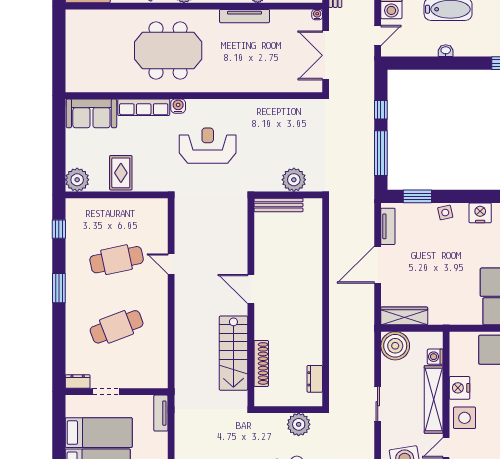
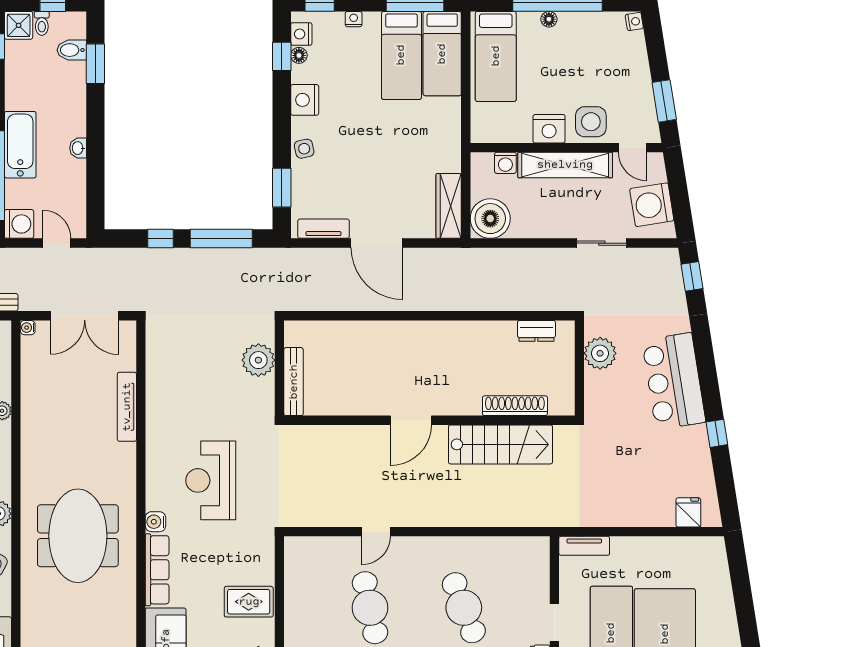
tv unit: (244, 16) -> (127, 407), moved, turned 180
sliding door: (378, 404) -> (602, 243), moved

